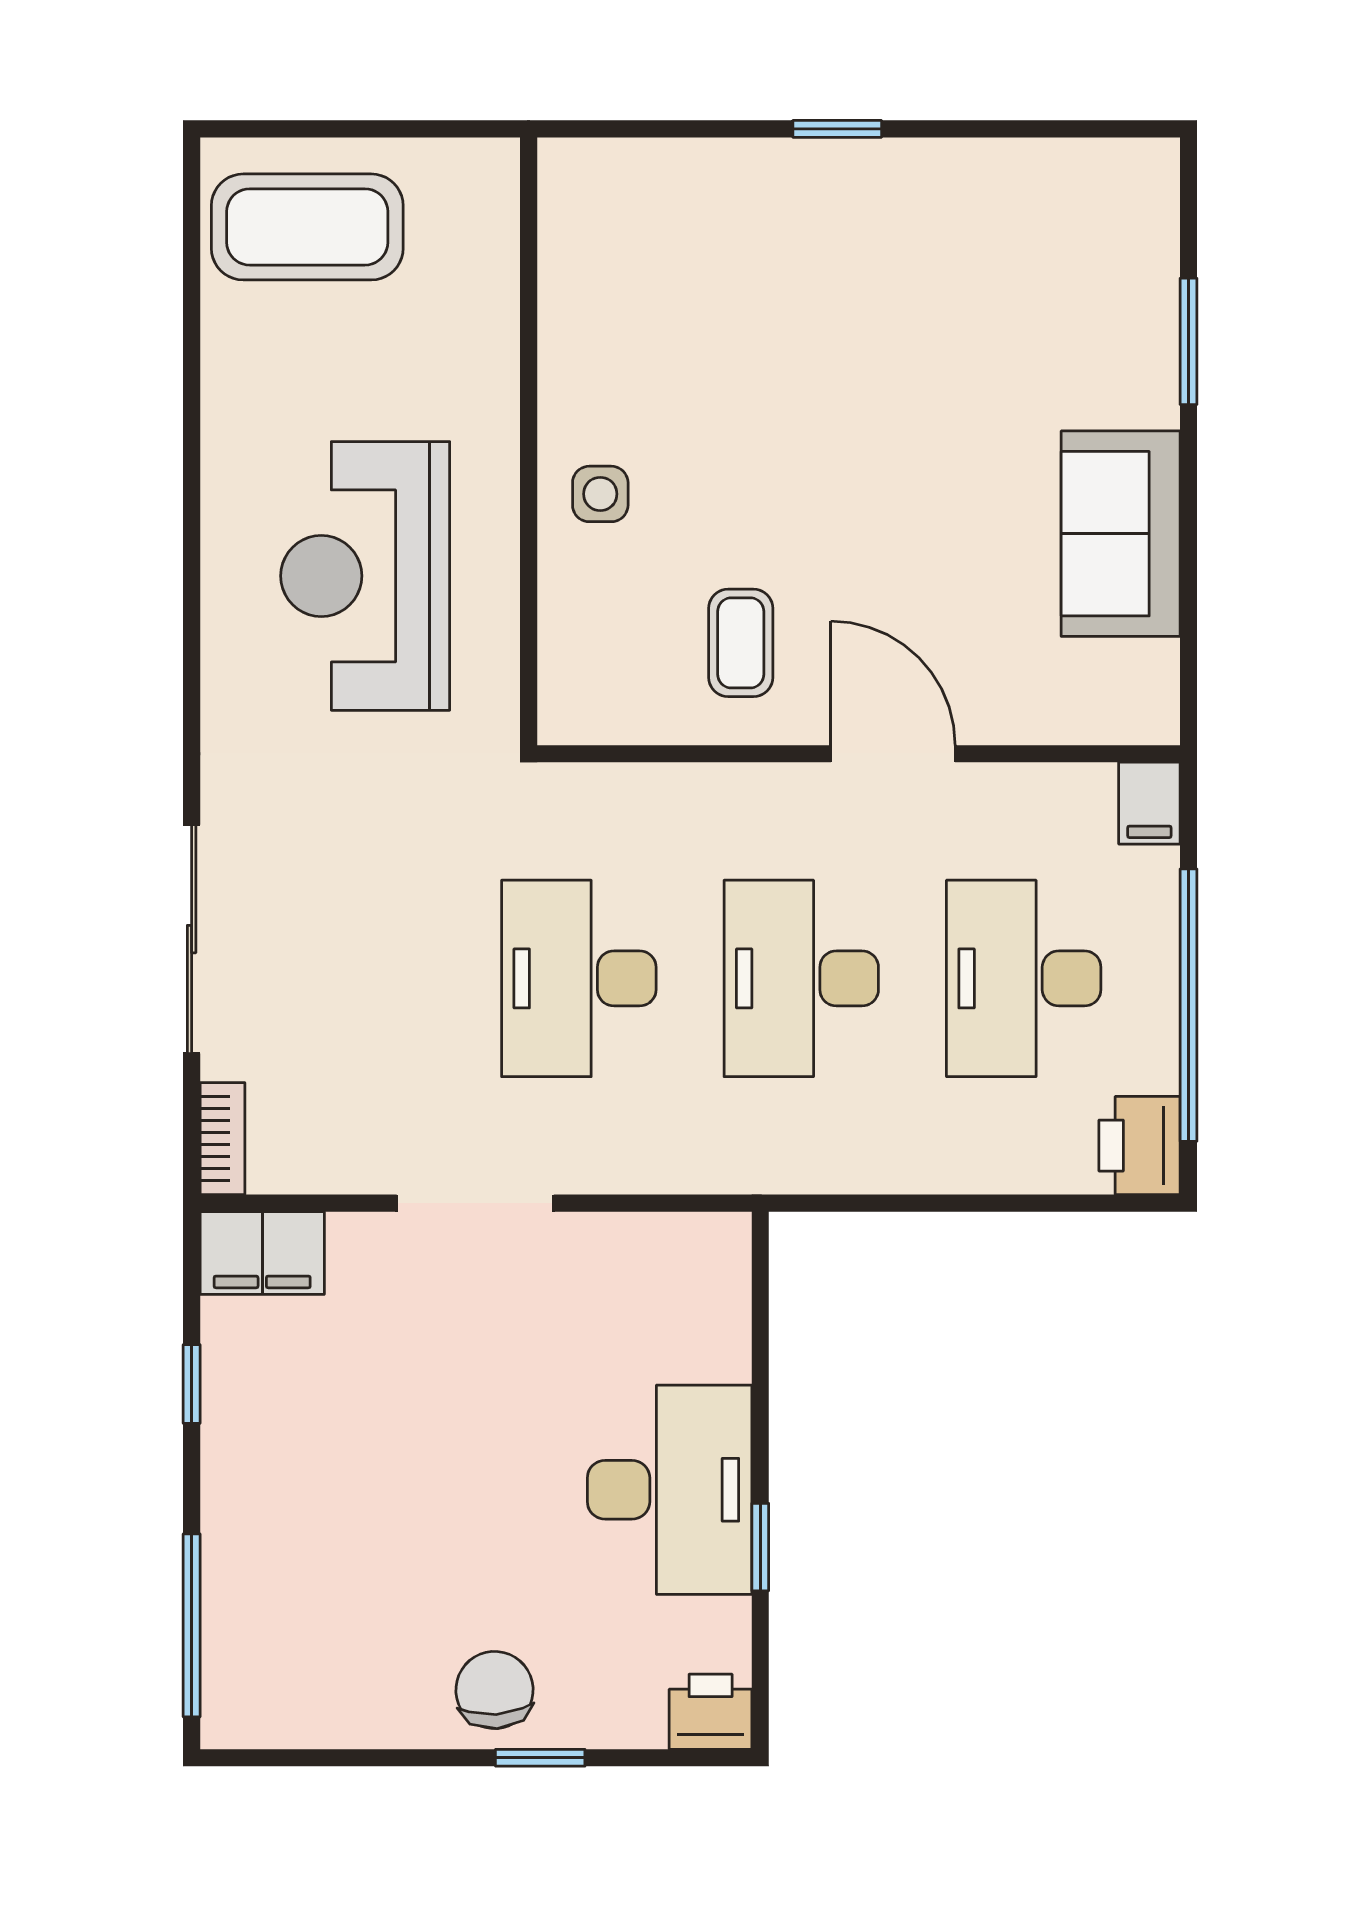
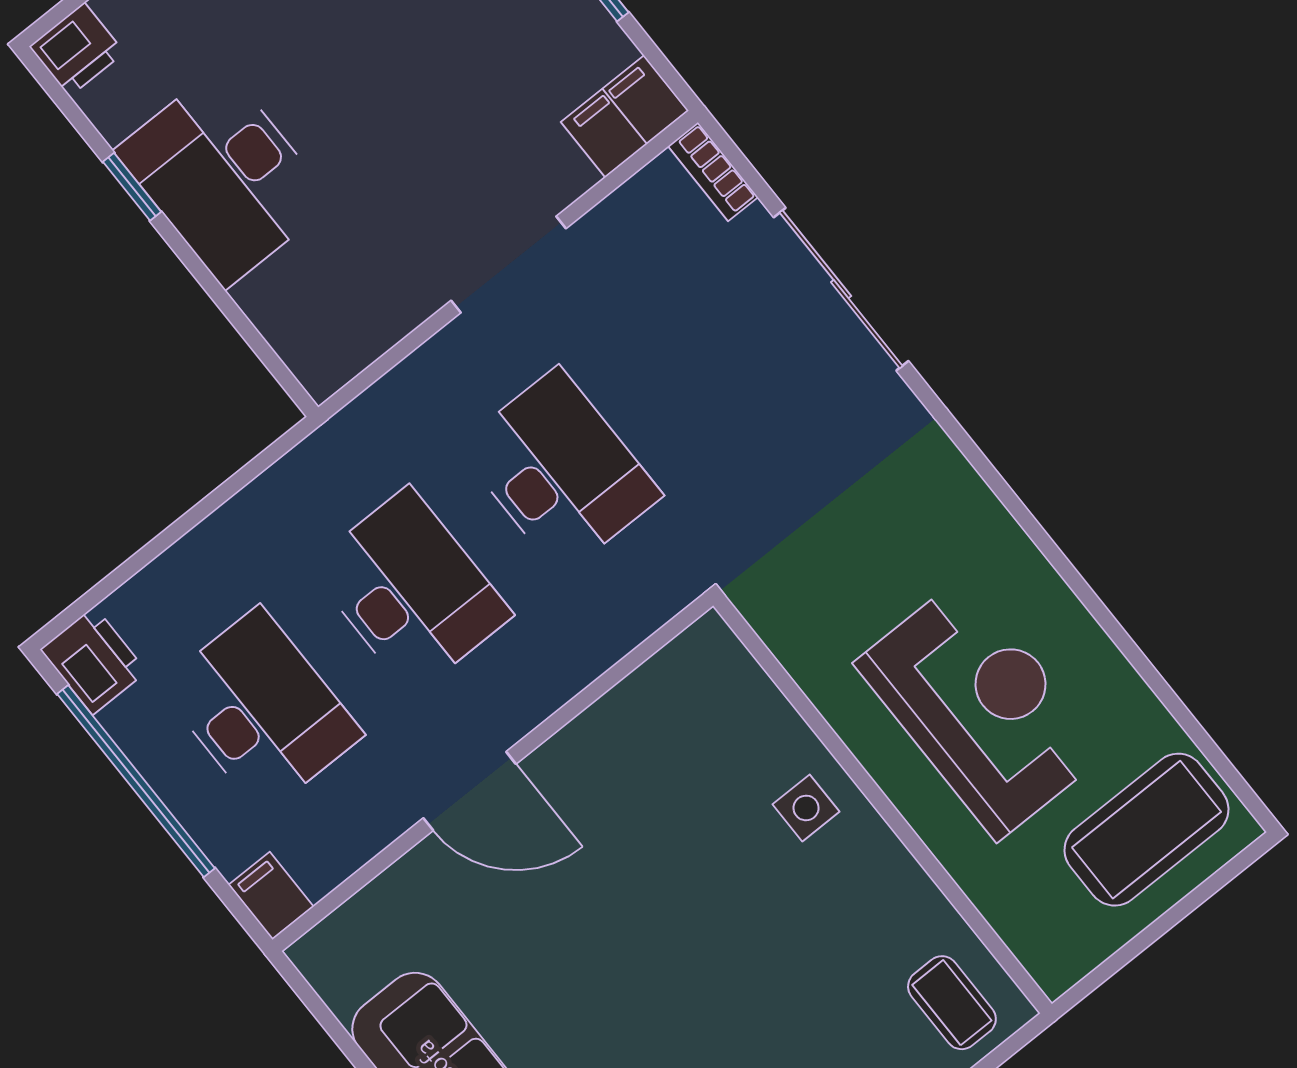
reception desk: (365, 576) -> (981, 708), moved
coffee table: (741, 643) -> (952, 1003), moved

